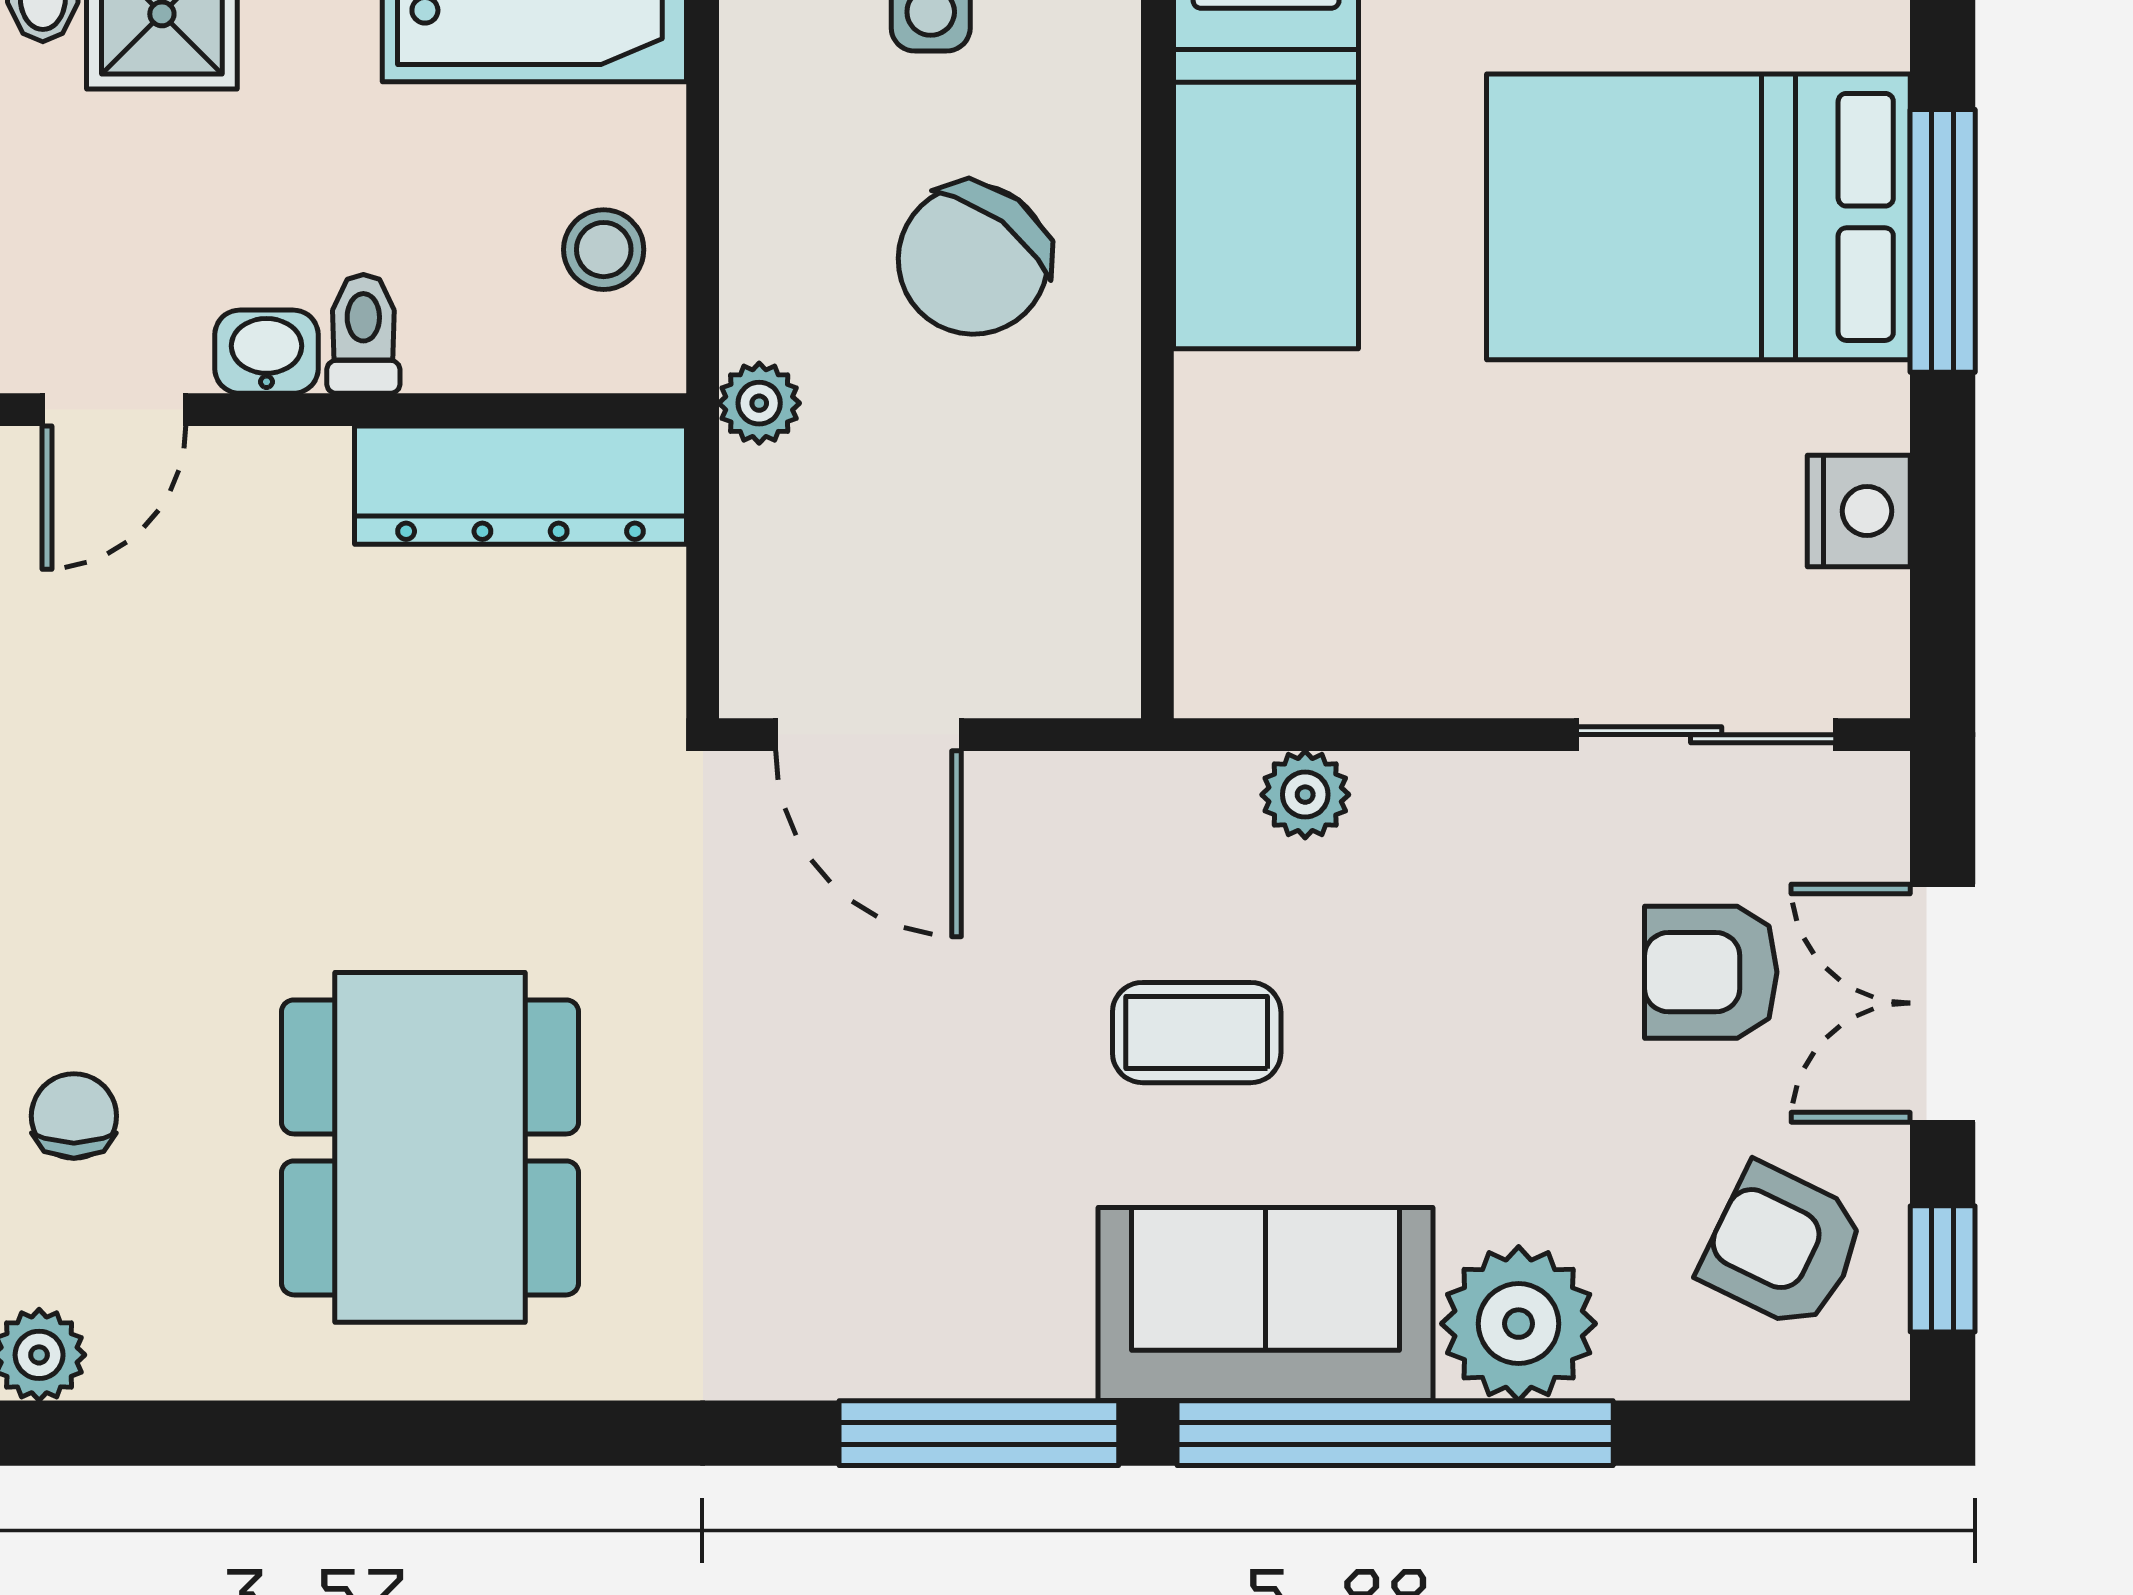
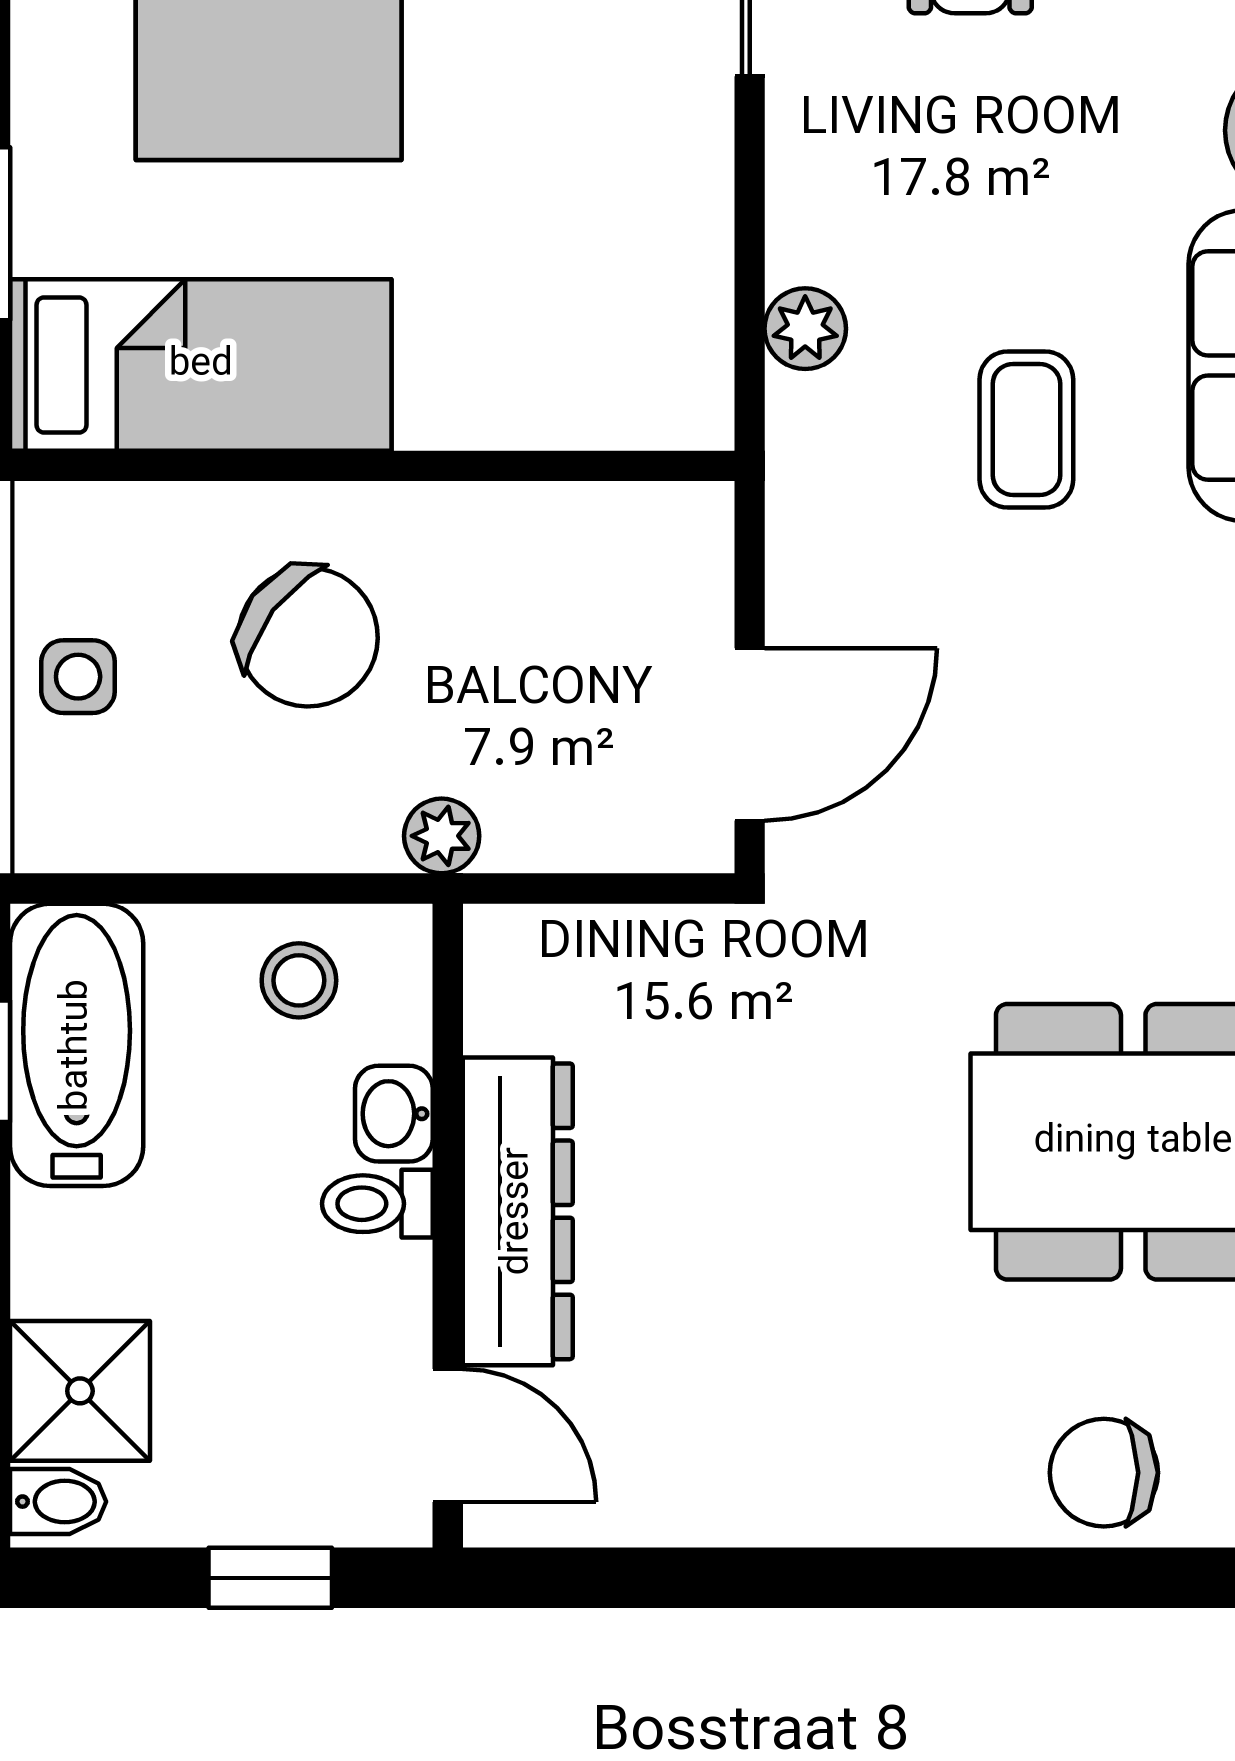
washbasin: (266, 352) -> (394, 1114), moved
dresser: (521, 485) -> (518, 1211), moved
chair: (74, 1116) -> (1104, 1473), width x1.37, depth x1.37

